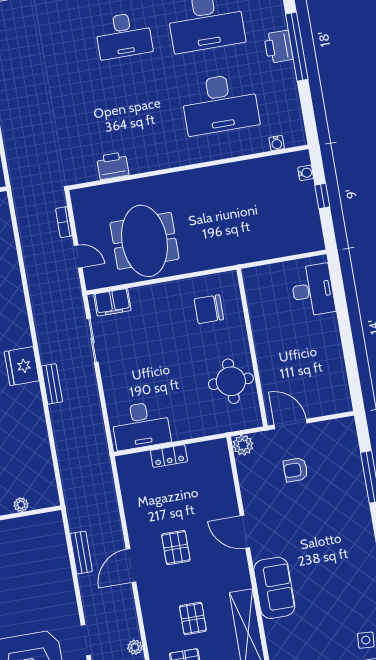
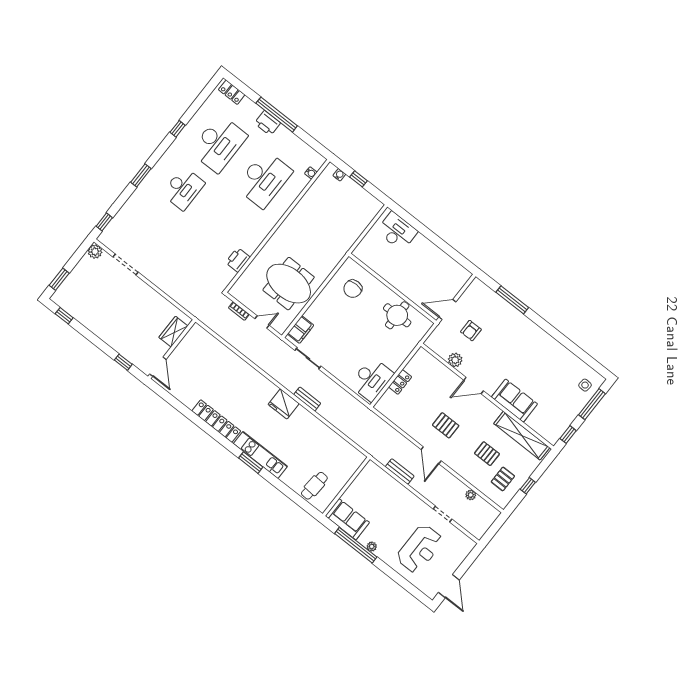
plant: (243, 445) -> (455, 360), moved
plant: (21, 505) -> (347, 475), removed

